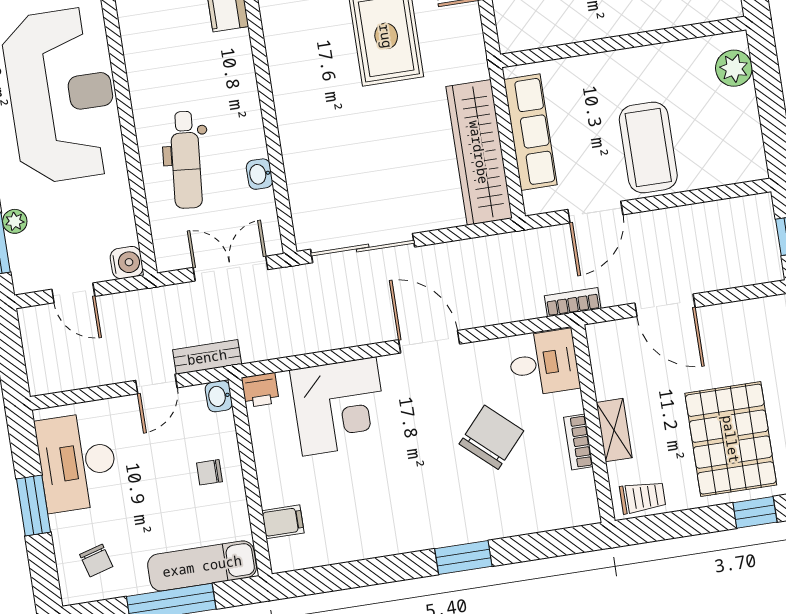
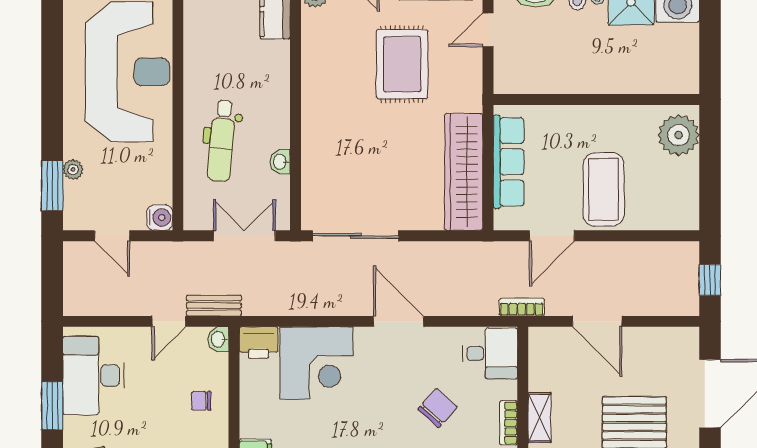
plant: (734, 68) -> (679, 135), width x1.36, depth x1.36
printer: (260, 390) -> (259, 343), width x1.36, depth x1.24
chair: (491, 437) -> (438, 408), width x0.73, depth x0.73

